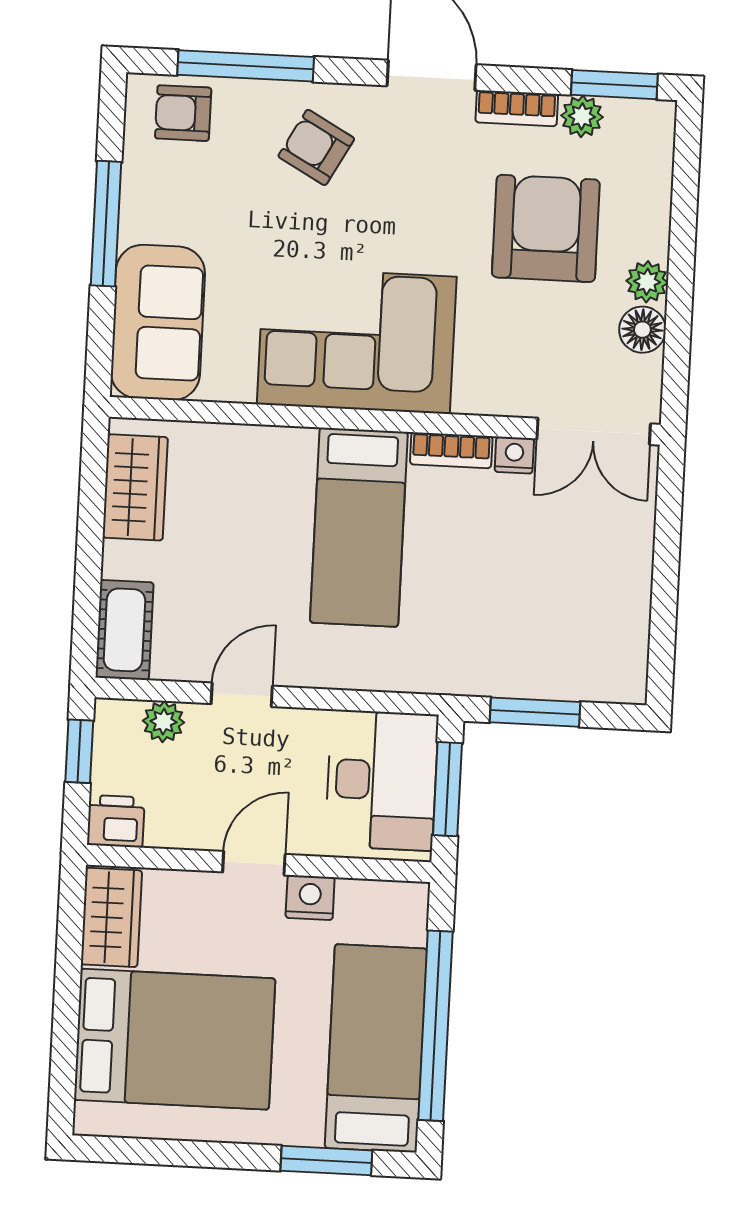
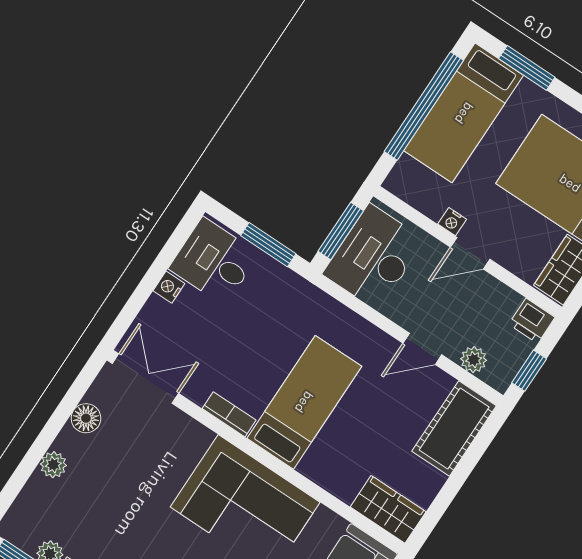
armchair: (546, 228) -> (106, 505), removed
plant: (647, 282) -> (53, 465), moved
nightstand: (514, 455) -> (169, 287), moved, turned 90
wardrobe: (135, 487) -> (388, 509), moved, turned 90
cot: (124, 630) -> (454, 429), width x1.37, depth x1.34
desk: (595, 646) -> (214, 261), added
nightstand: (310, 898) -> (452, 222), width x0.72, depth x0.74

